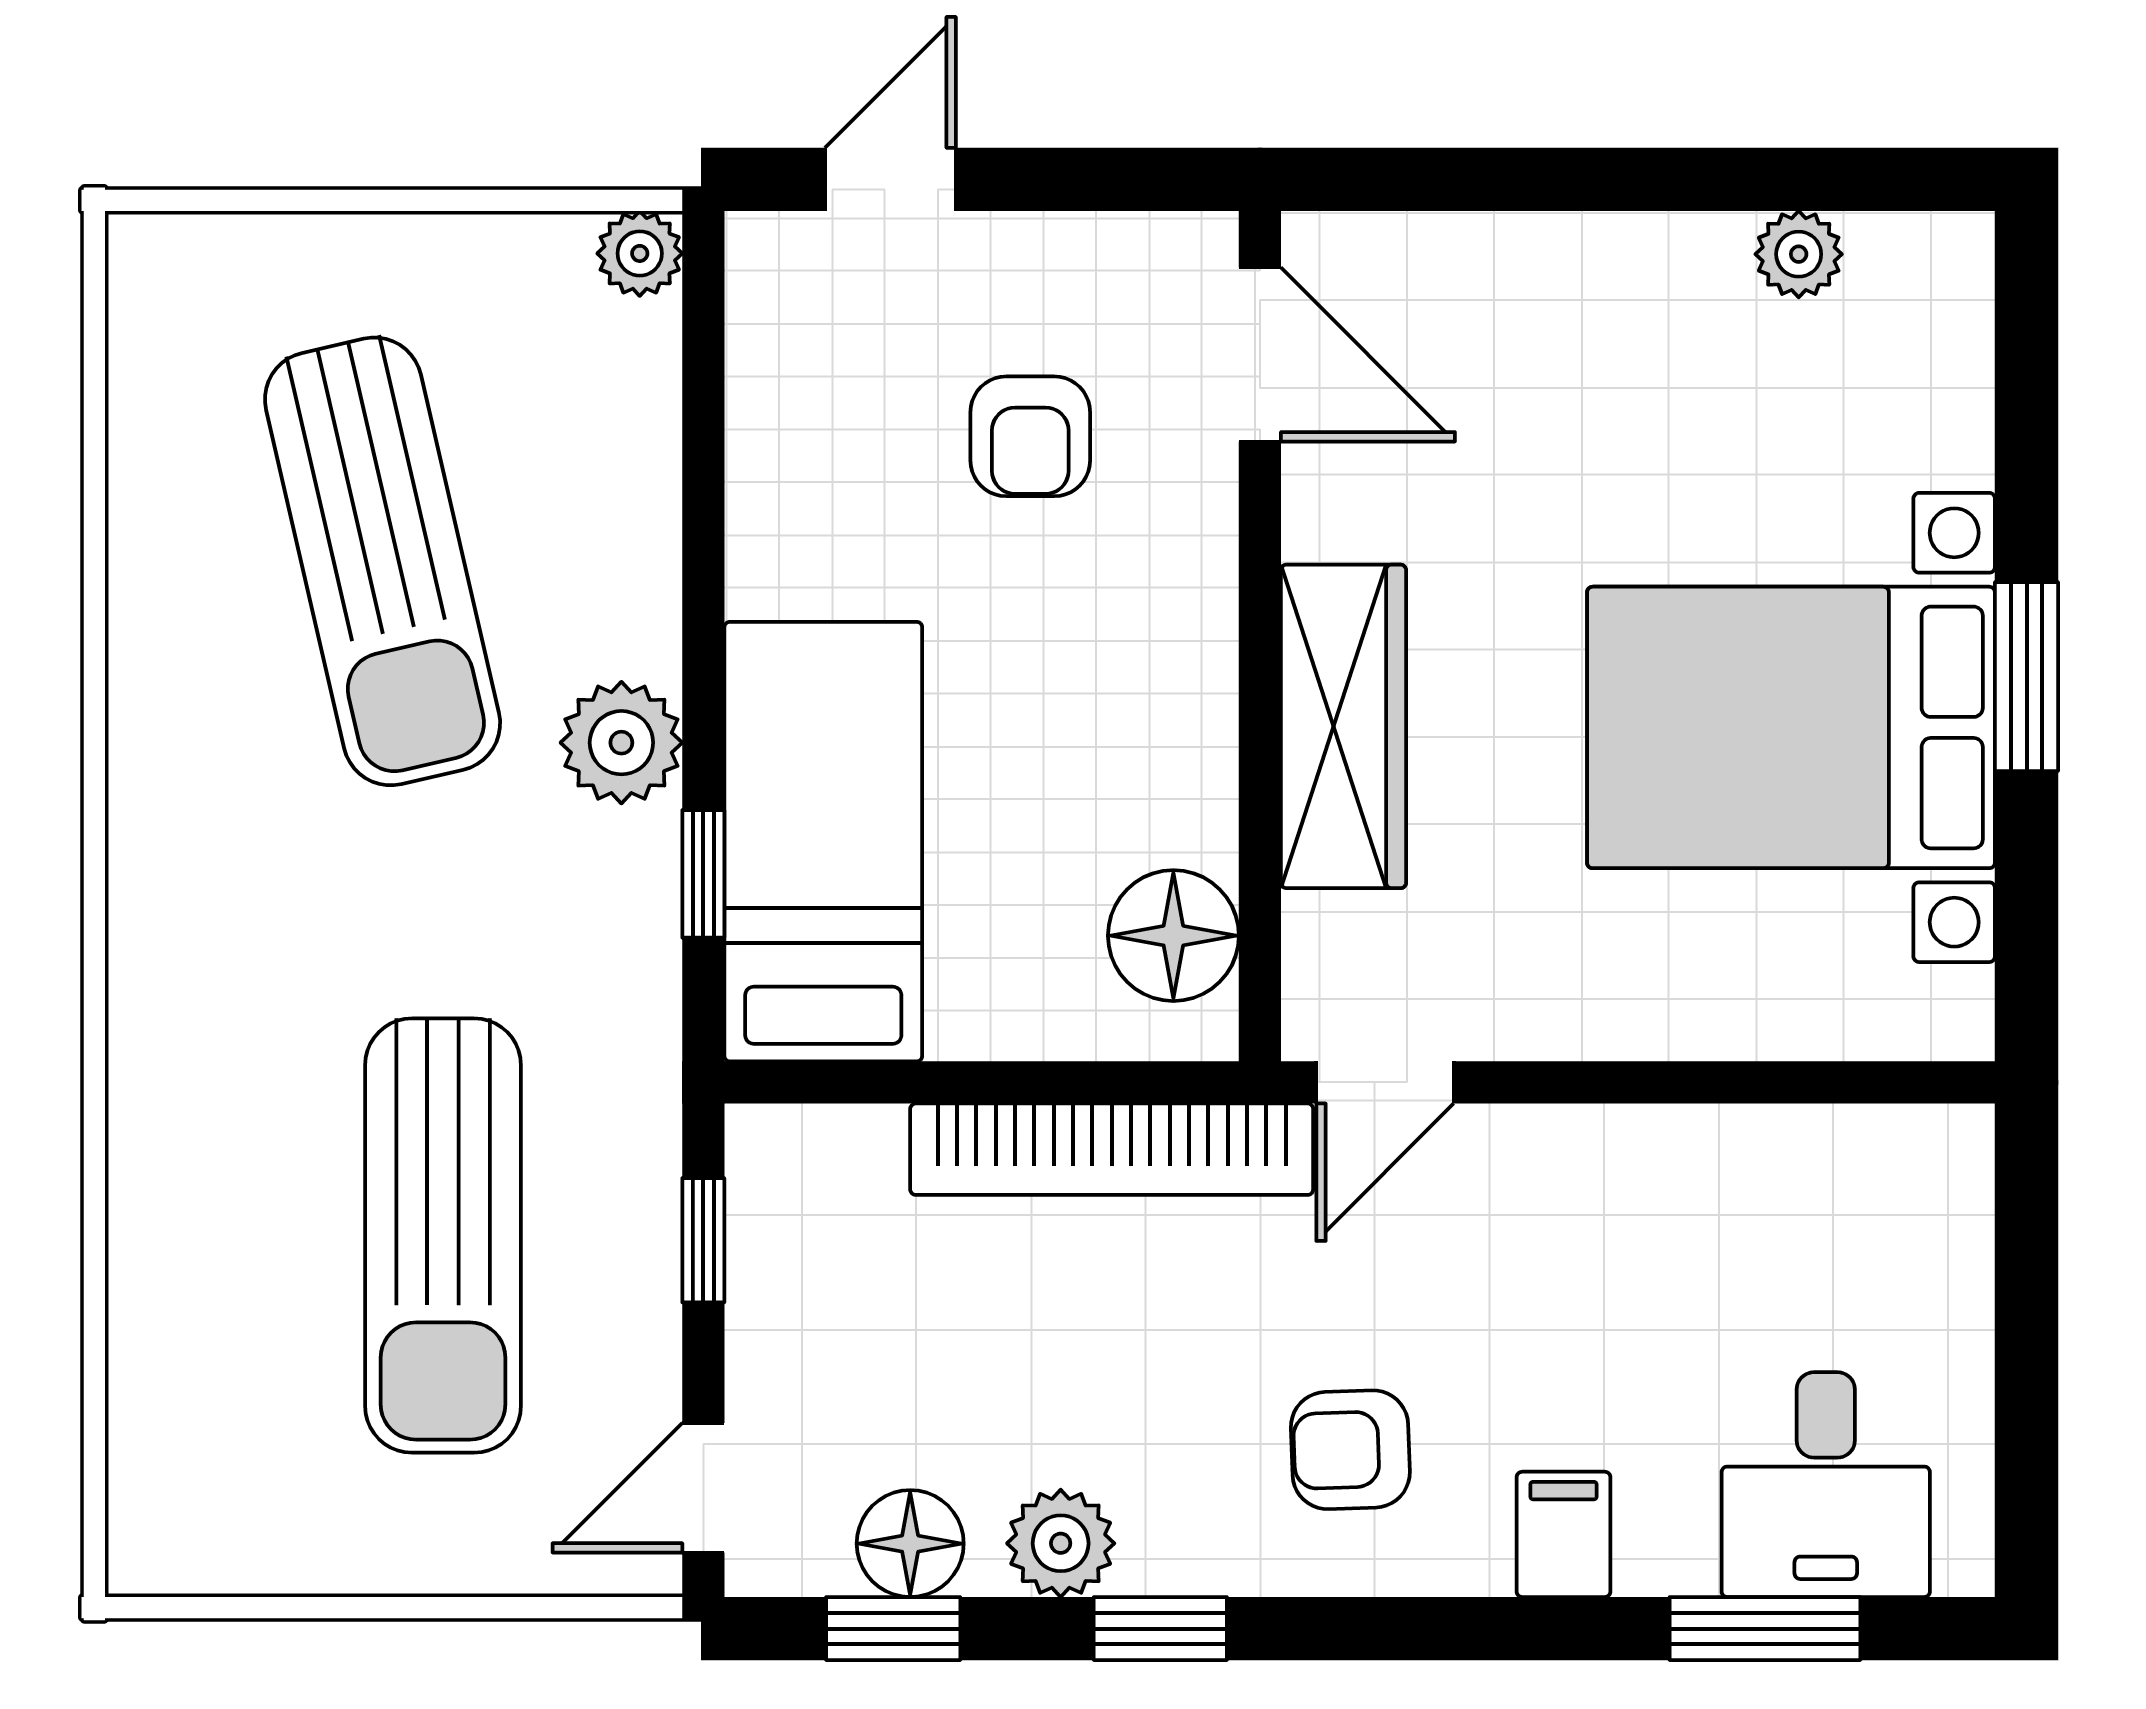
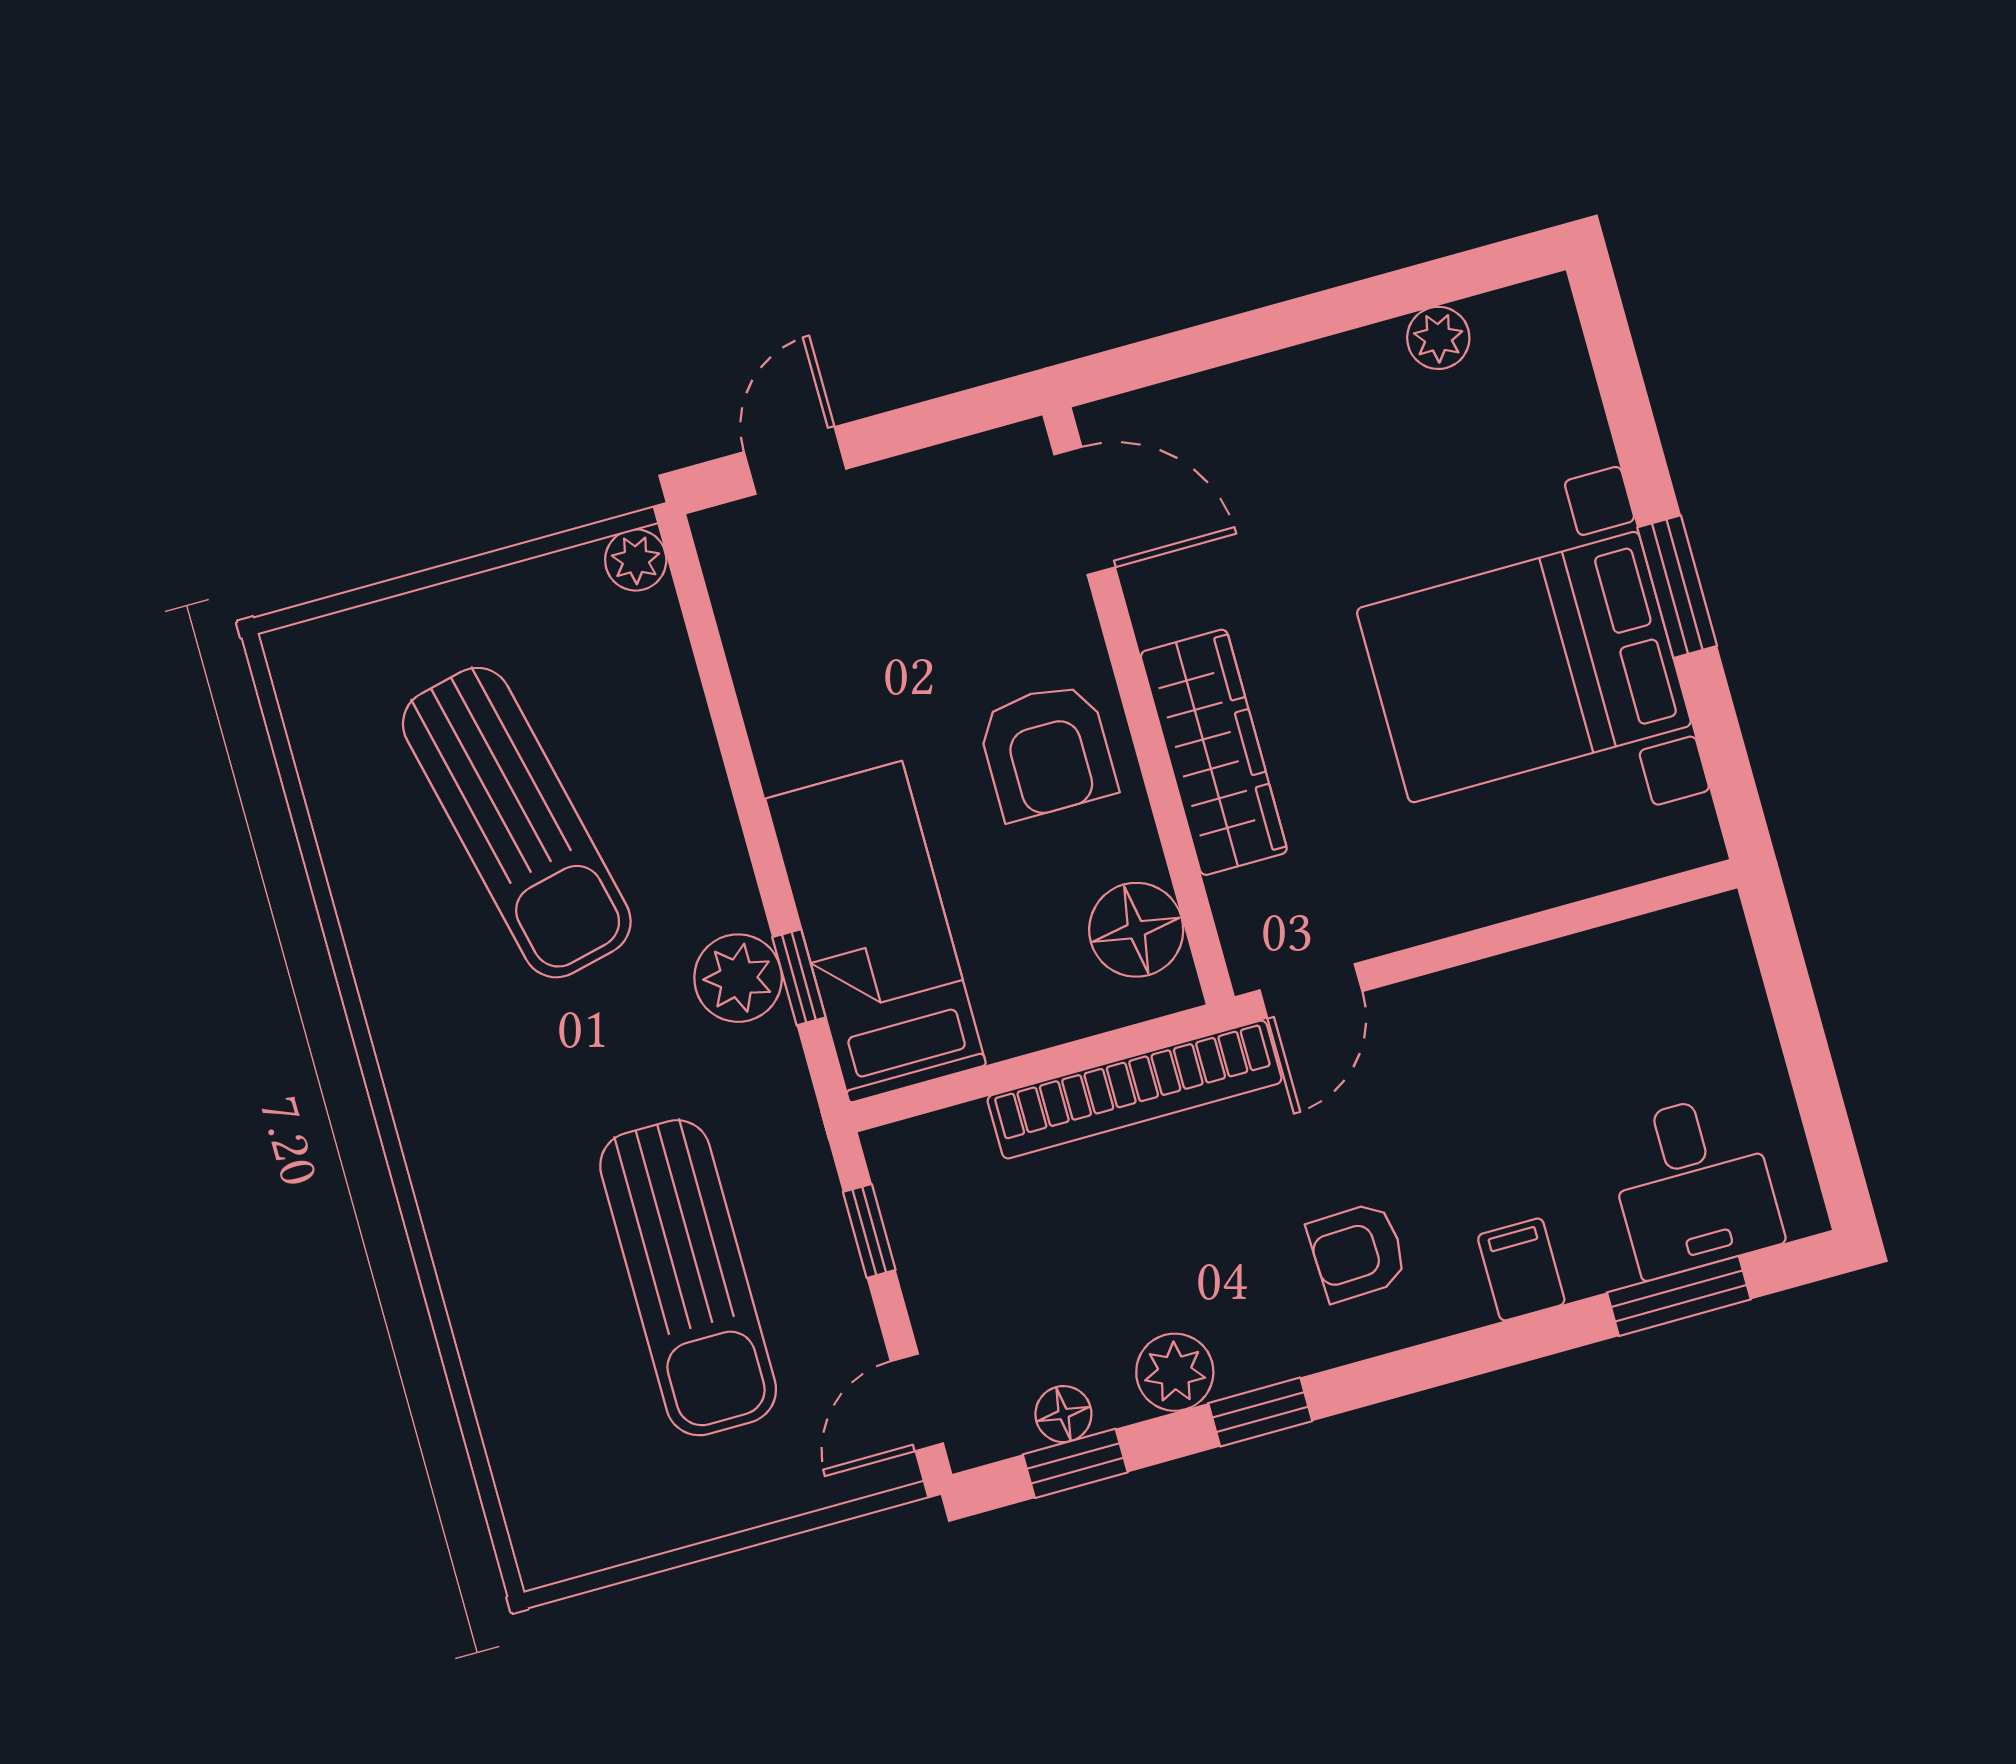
armchair: (1030, 436) -> (1047, 751), moved, width x1.38, depth x1.38
plant: (621, 743) -> (738, 978), moved
floor lamp: (910, 1544) -> (1063, 1414), width x0.73, depth x0.73

